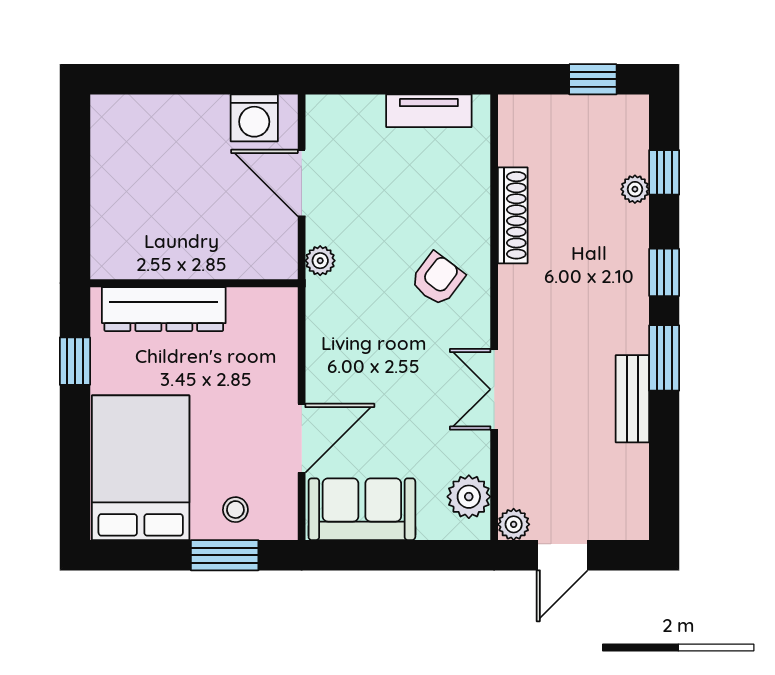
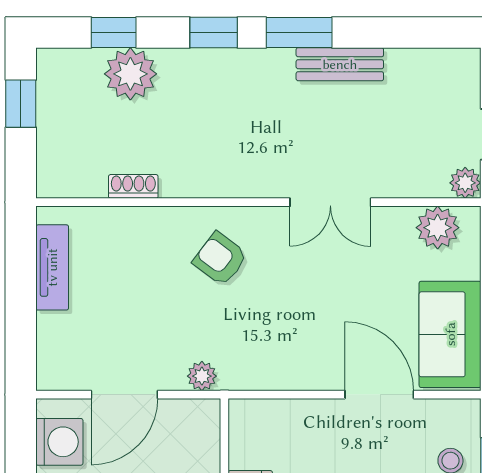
plant: (635, 189) -> (130, 74), width x1.87, depth x1.87
shoe rack: (513, 215) -> (133, 186), width x0.51, depth x0.81

